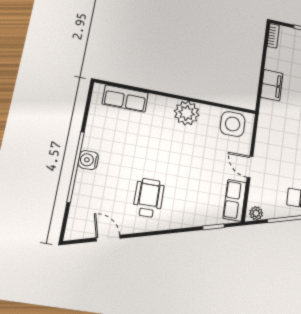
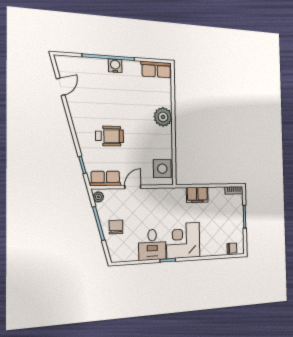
row of seats: (125, 98) -> (156, 70), moved, turned -90
plant: (187, 113) -> (163, 117), moved
wheelchair: (149, 198) -> (110, 136), moved

